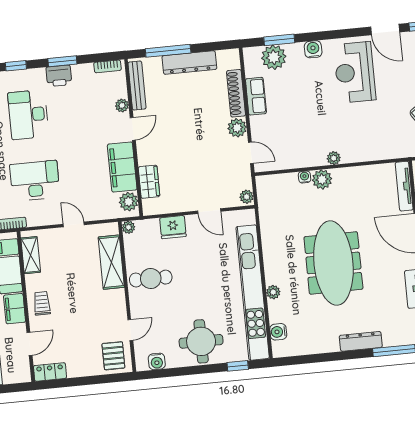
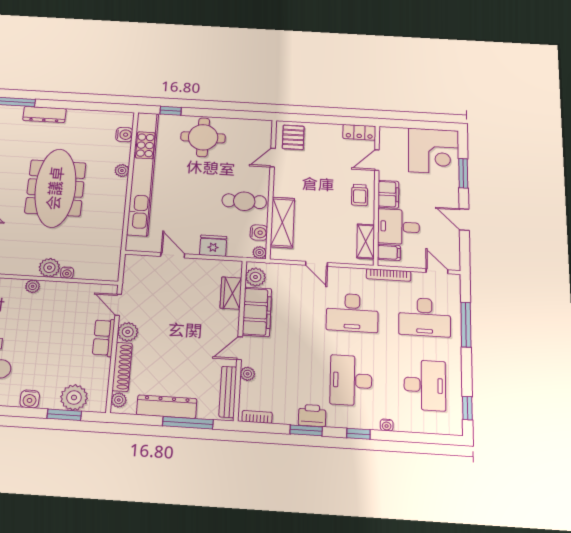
row of seats: (256, 96) -> (104, 338), moved
desk: (28, 115) -> (351, 380), turned 180
plant: (247, 197) -> (119, 400), moved
water cooler: (157, 361) -> (259, 233), moved, turned 90

